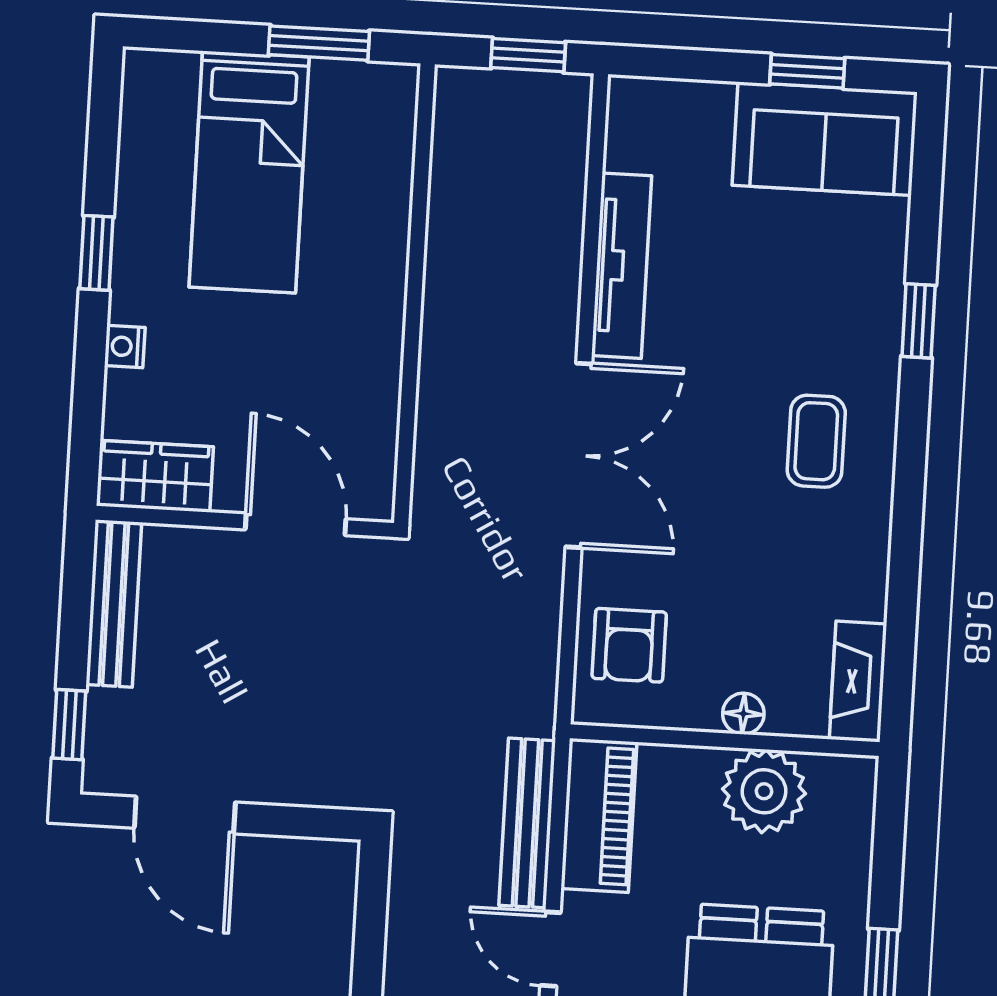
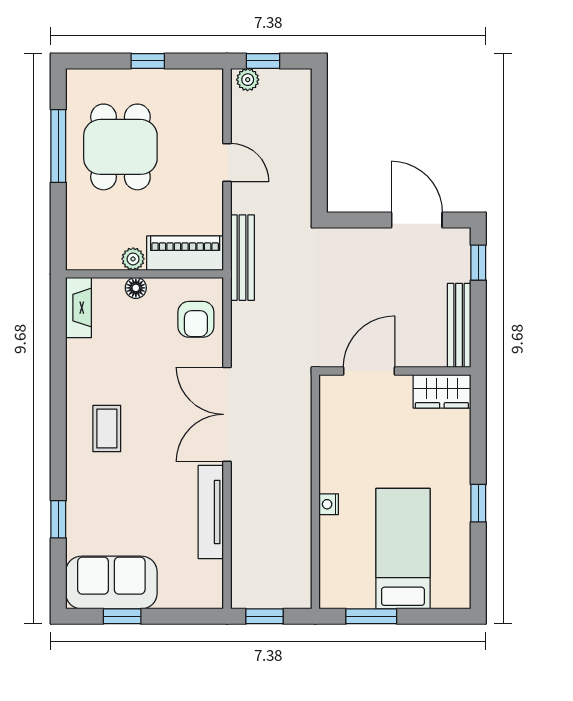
window: (919, 321) -> (58, 519), moved
nightstand: (125, 346) -> (329, 504), moved, turned 180
door: (296, 524) -> (369, 371), swing flipped
armchair: (629, 645) -> (196, 319), turned 180
plant: (764, 791) -> (133, 259), width x0.53, depth x0.53
piano: (599, 815) -> (185, 253), moved, turned 90
bench: (527, 823) -> (243, 258), moved

